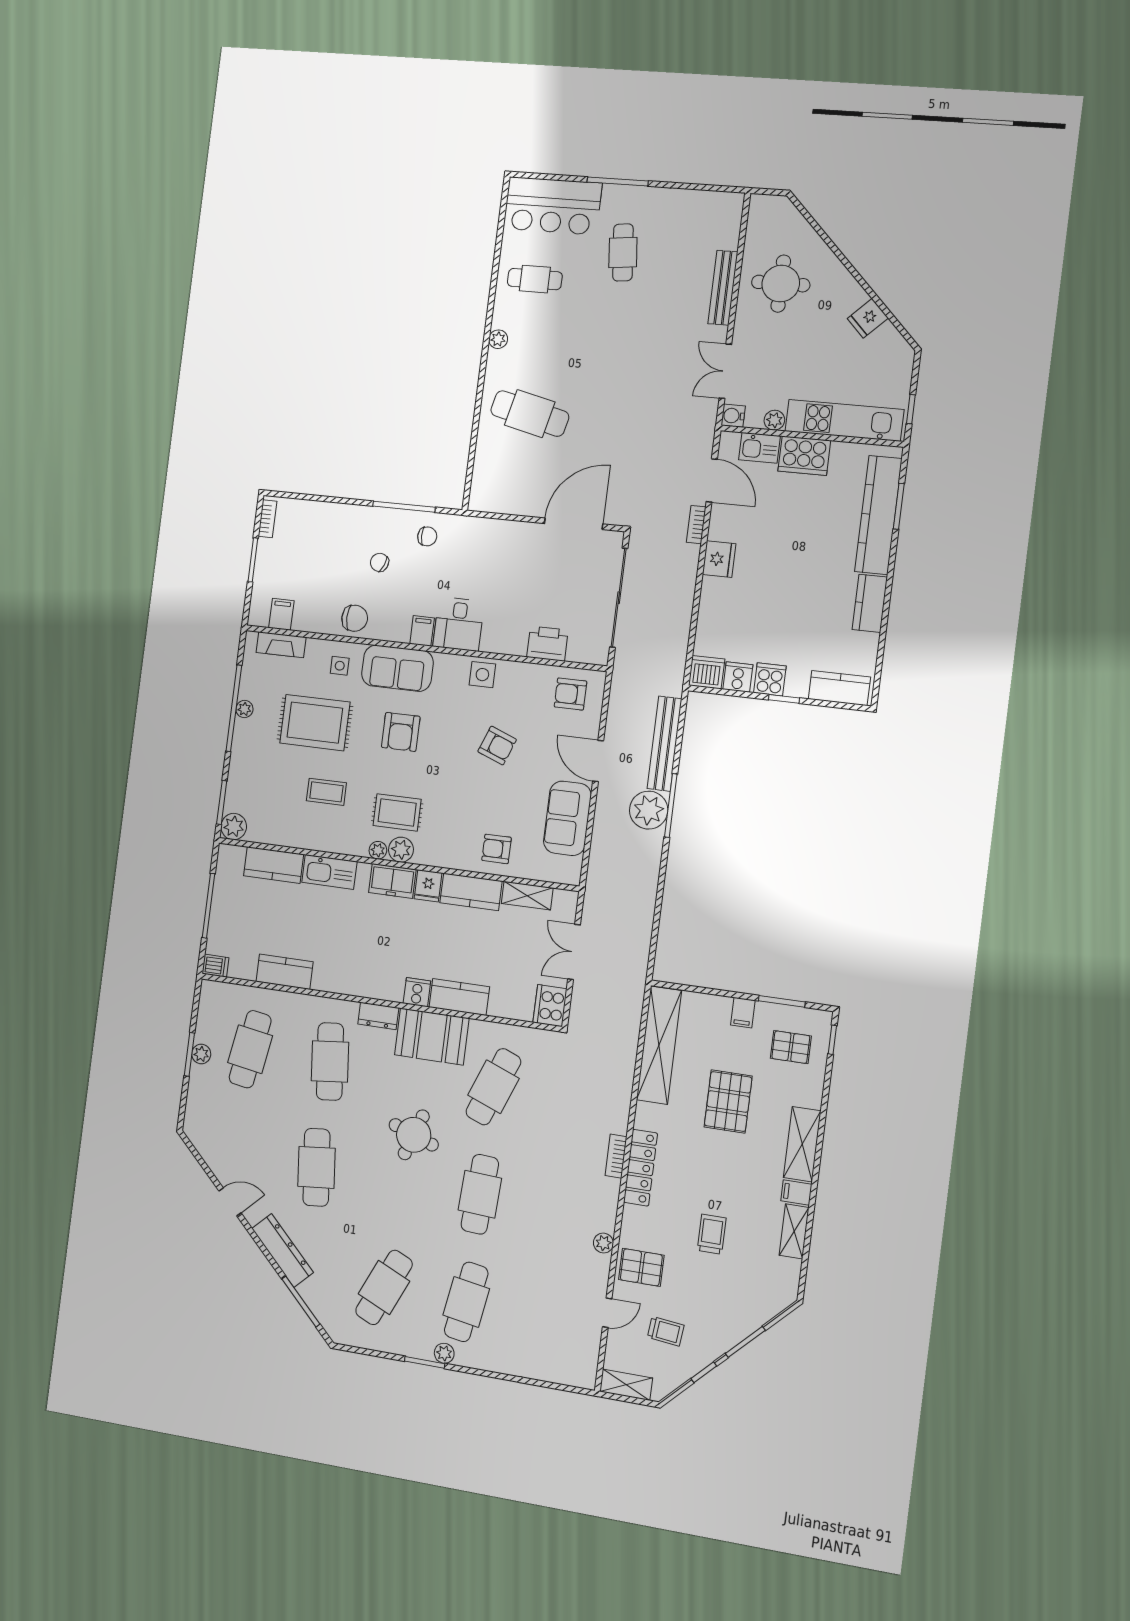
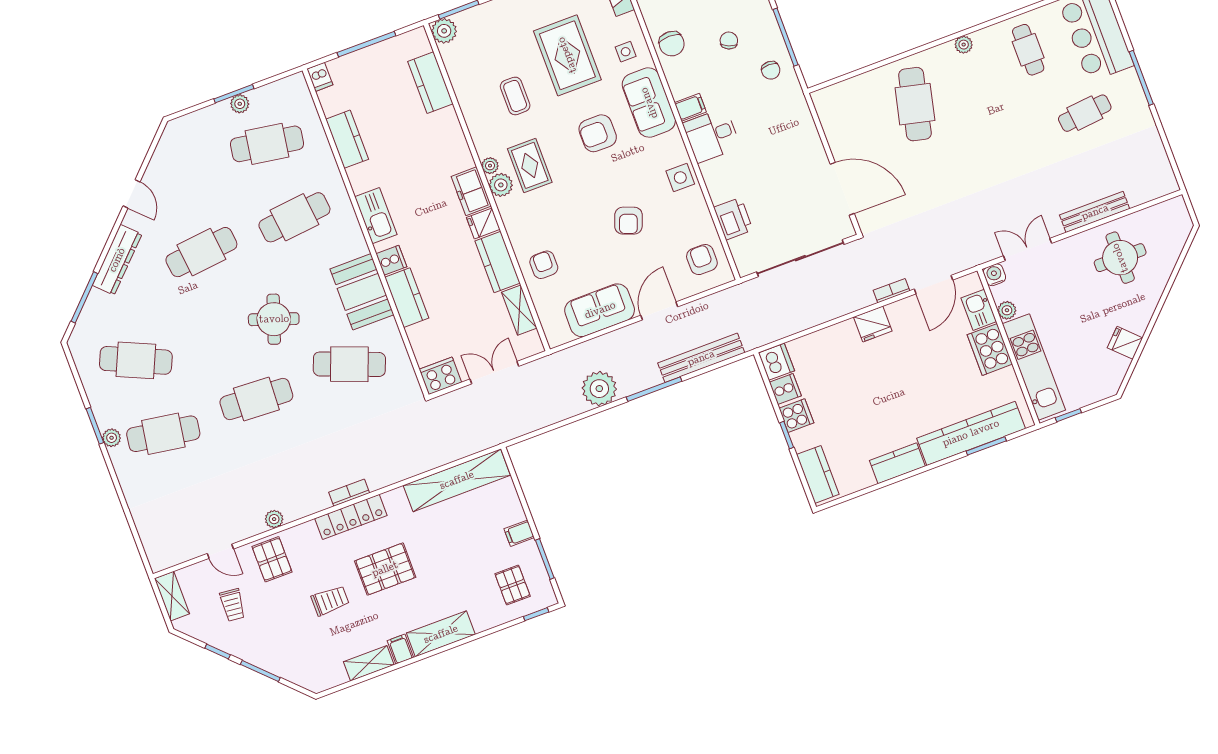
plant: (649, 810) -> (599, 389), moved
kitchen sink: (329, 872) -> (376, 216), moved, turned 180
dresser: (378, 1016) -> (354, 238), removed
pallet: (728, 1101) -> (385, 569), moved

